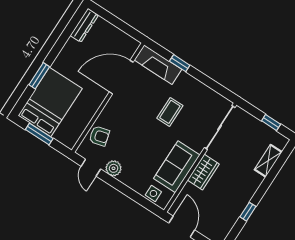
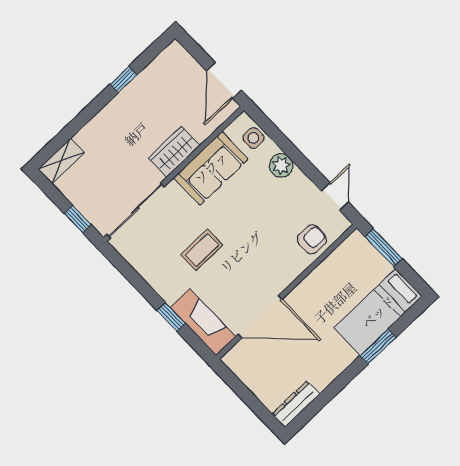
bed: (50, 102) -> (378, 312), width x0.67
window: (271, 123) -> (78, 219), moved
window: (39, 134) -> (384, 248), moved
armchair: (99, 136) -> (312, 239), turned 105
shelving: (268, 161) -> (61, 161), moved
plant: (113, 168) -> (281, 166), moved

